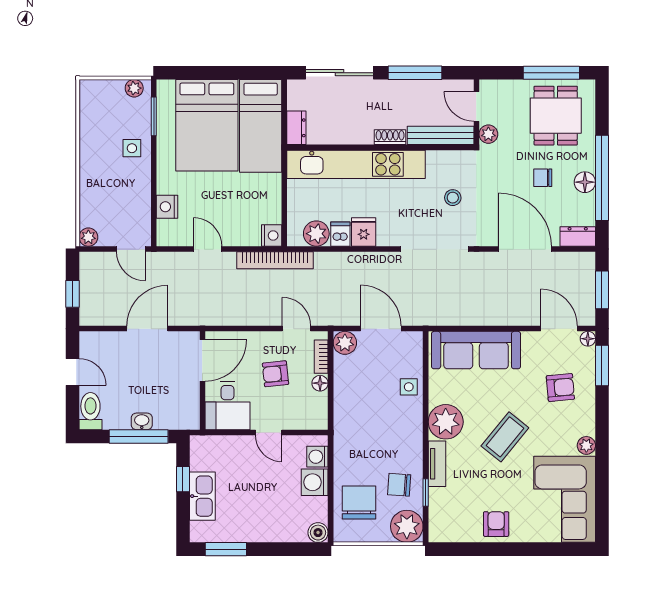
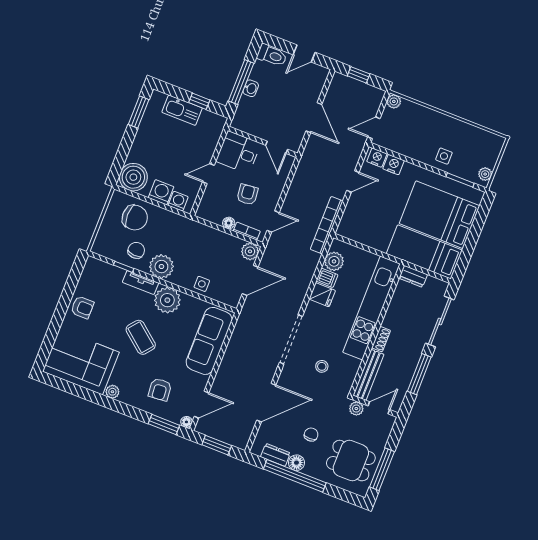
nightstand: (272, 236) -> (377, 158), moved, turned 180
dresser: (578, 236) -> (275, 455), moved, turned -90
door: (202, 360) -> (277, 147), width x0.73
plant: (407, 526) -> (161, 267), moved
boiler: (318, 533) -> (133, 177), width x1.86, depth x1.86

